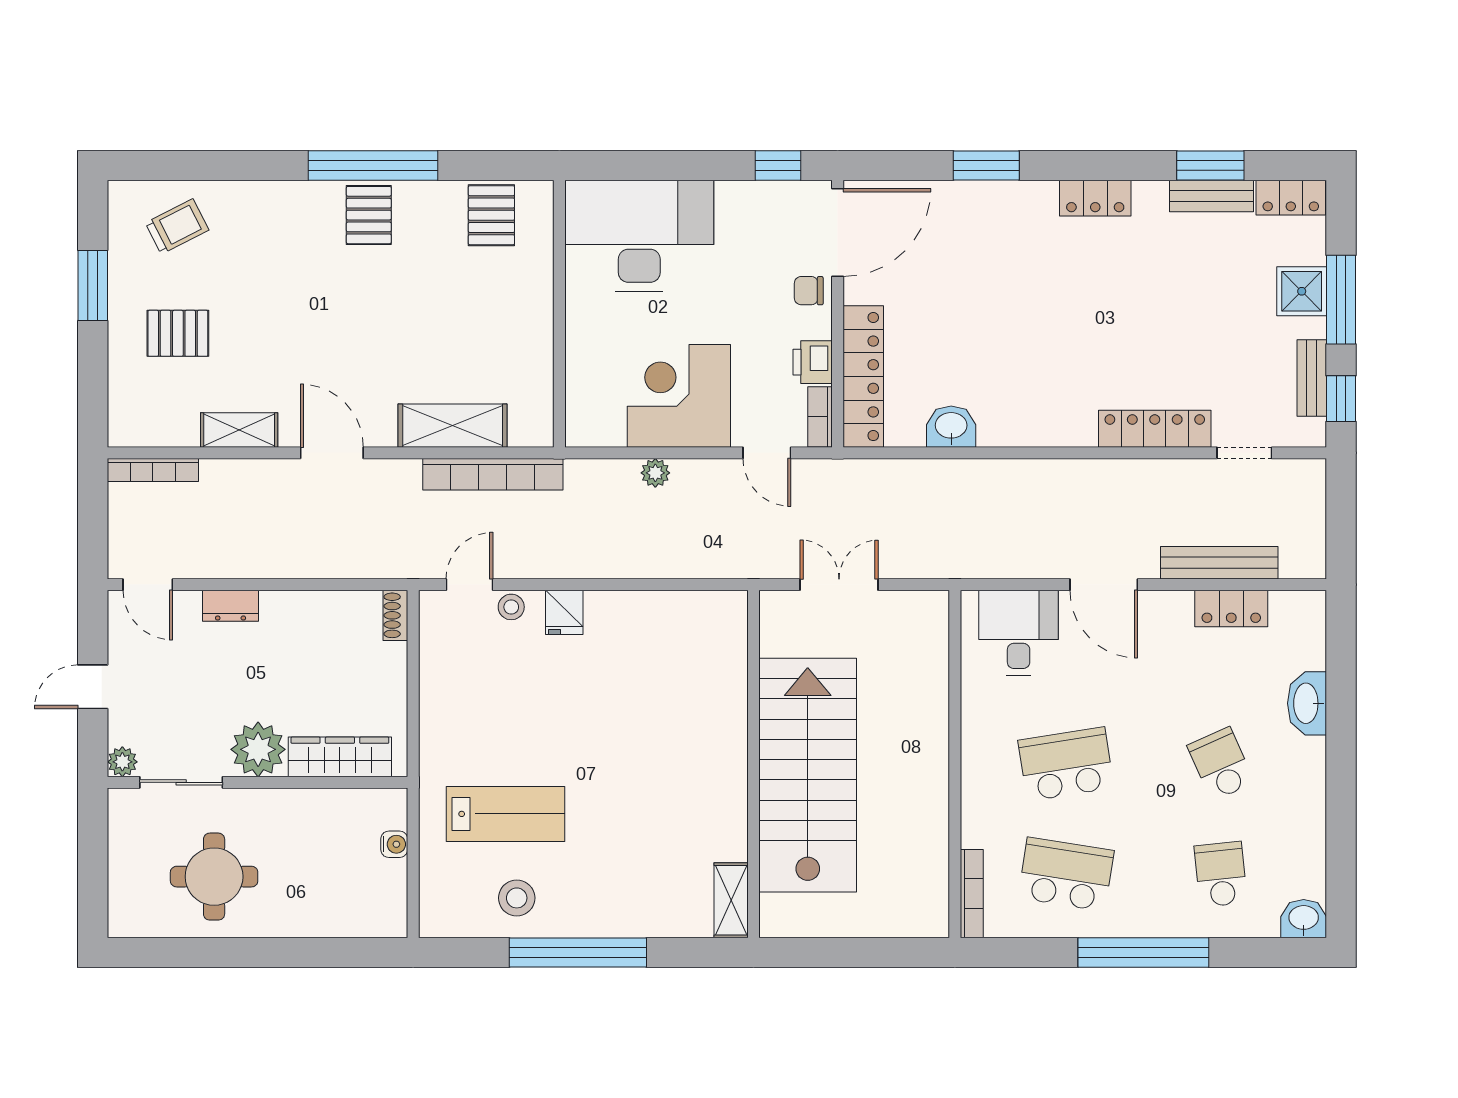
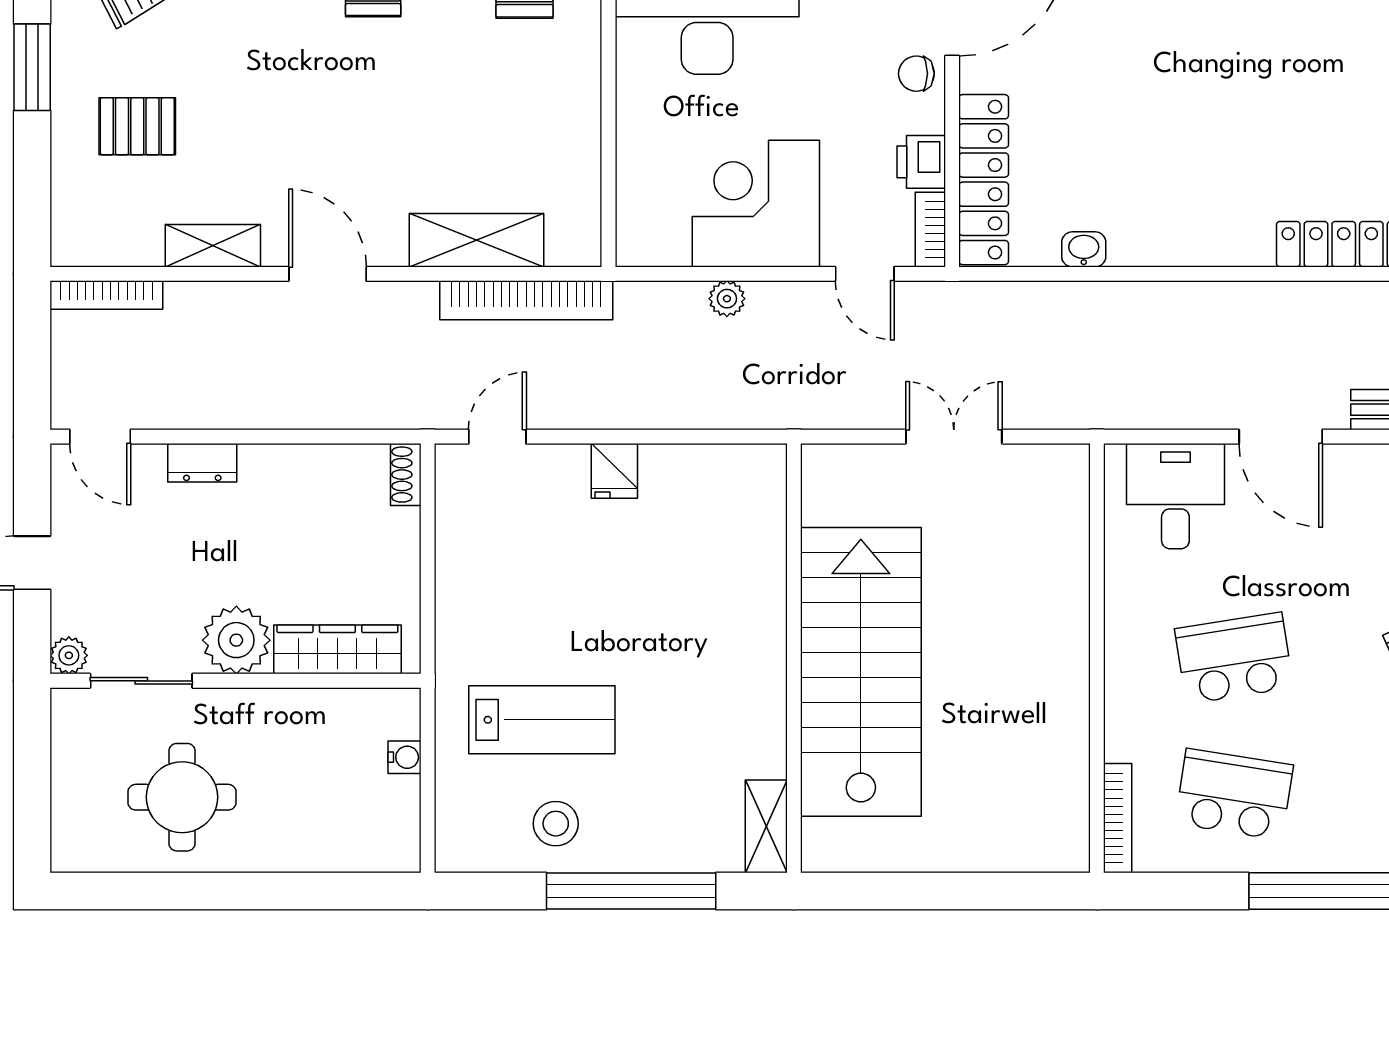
washbasin: (951, 427) -> (1084, 249), width x0.72, depth x0.69
stool: (511, 607) -> (549, 464), removed
wall: (753, 764) -> (794, 658), moved
stairs: (808, 775) -> (861, 672), moved
shelving: (731, 900) -> (766, 826), moved

